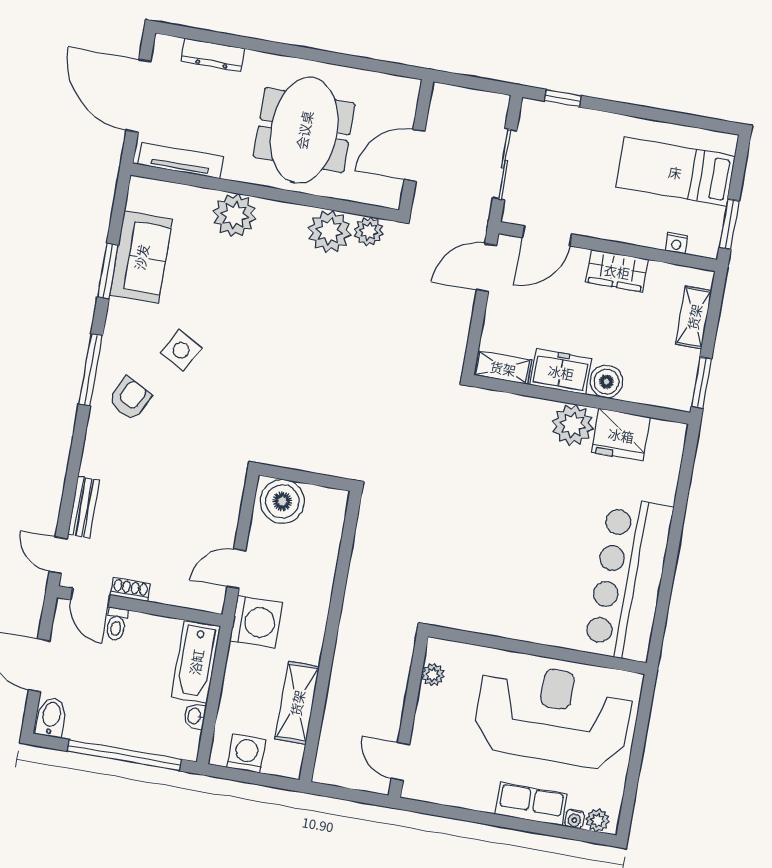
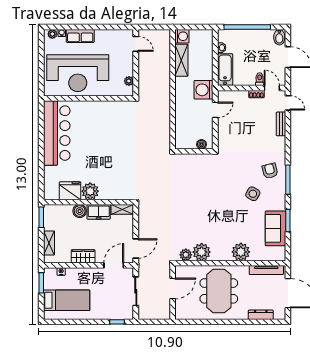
armchair: (130, 398) -> (270, 171), turned 139
boiler: (282, 501) -> (202, 144), width x0.54, depth x0.54
washing machine: (246, 753) -> (182, 36), moved, turned -90

